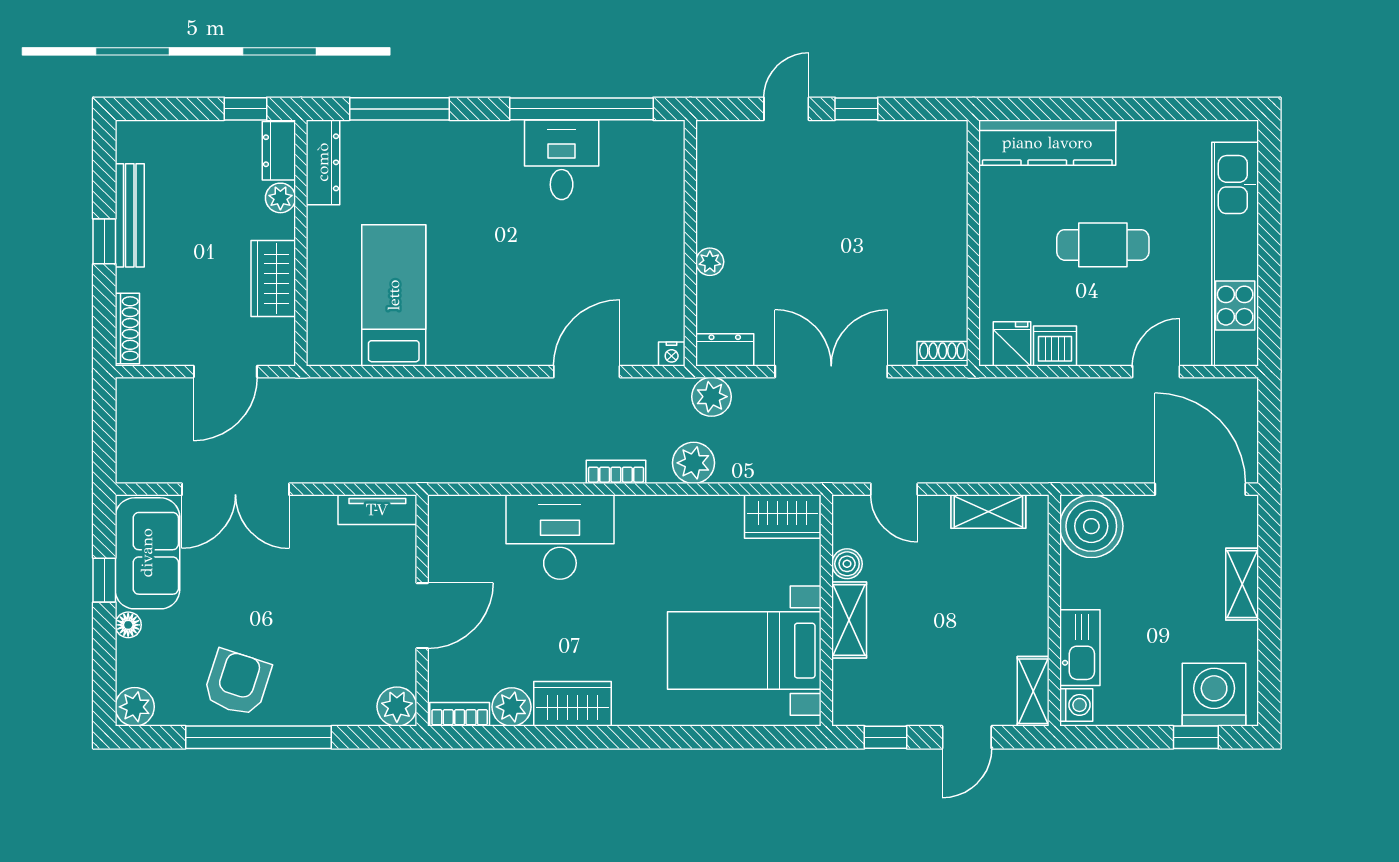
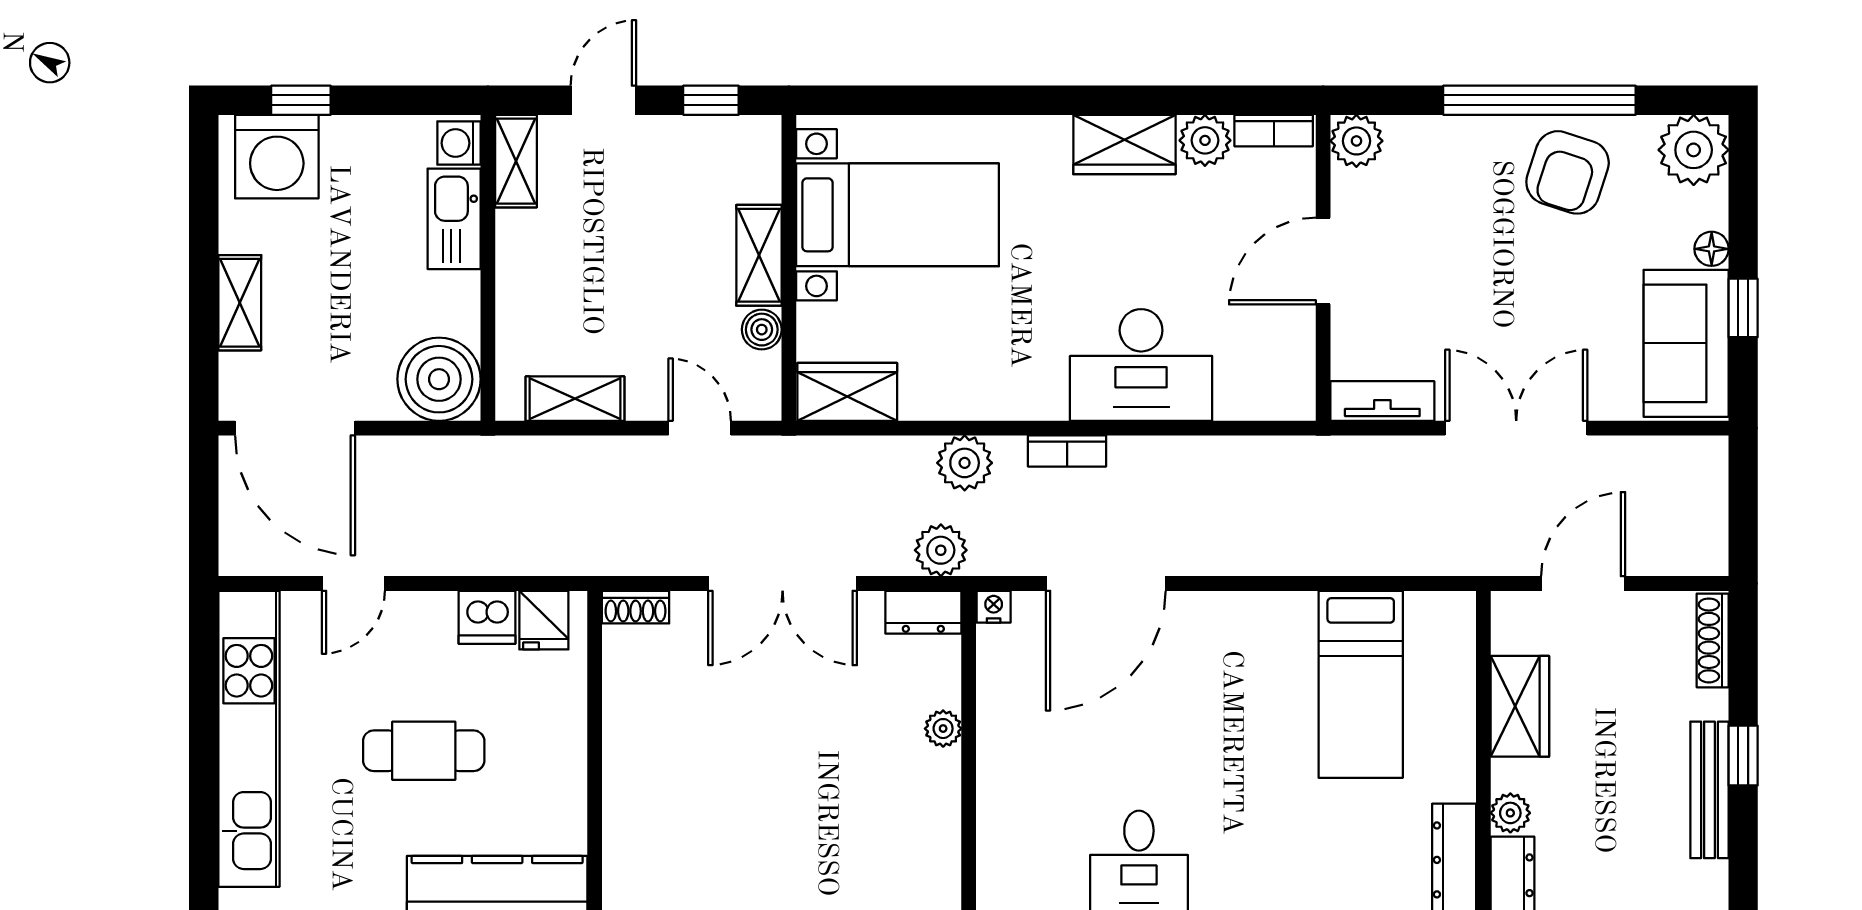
door: (587, 372) -> (1106, 583), width x1.36
double door: (235, 489) -> (1516, 428), moved
plant: (135, 707) -> (1694, 150), width x1.36, depth x1.36

